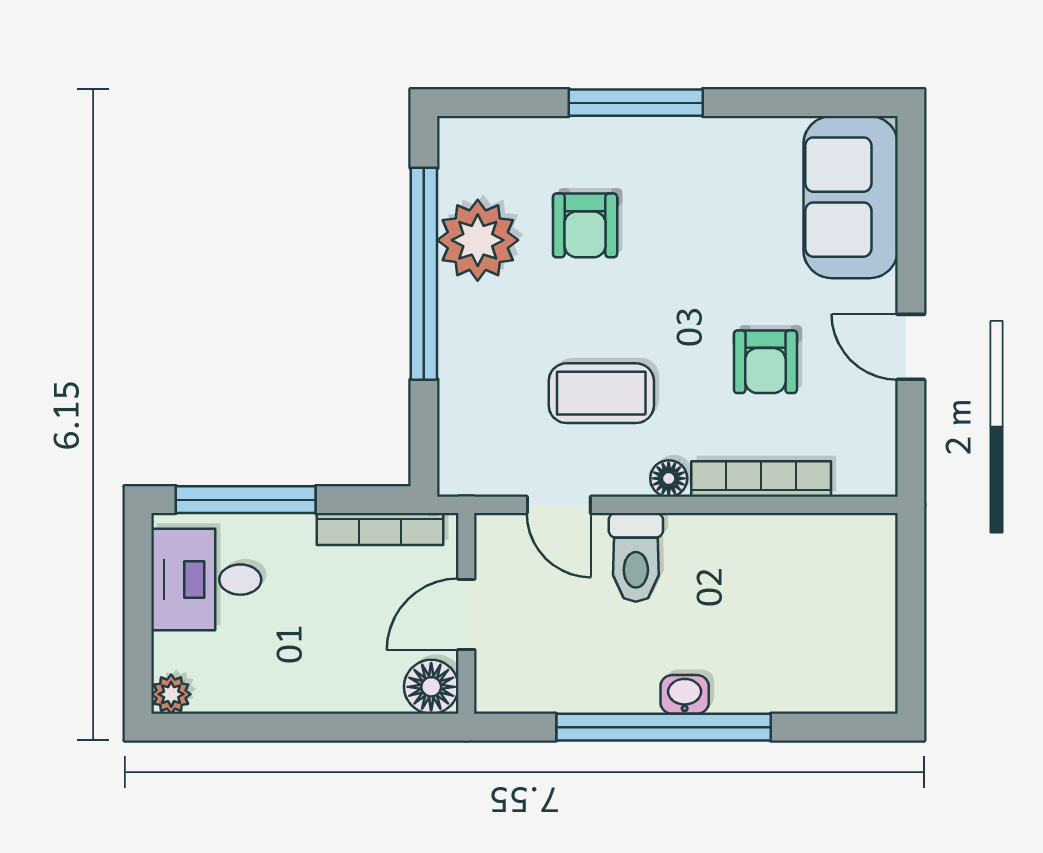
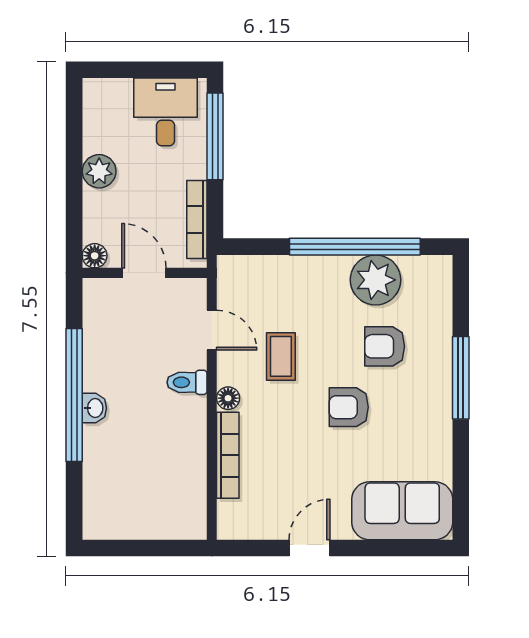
armchair: (765, 362) -> (349, 407), moved
coffee table: (601, 393) -> (281, 356), width x0.73, depth x0.77
door: (559, 505) -> (212, 330), swing flipped
toilet: (636, 557) -> (187, 382), width x0.73, depth x0.72
floor lamp: (431, 687) -> (95, 256), width x0.73, depth x0.73
plant: (171, 694) -> (99, 171), moved, width x1.38, depth x1.38

